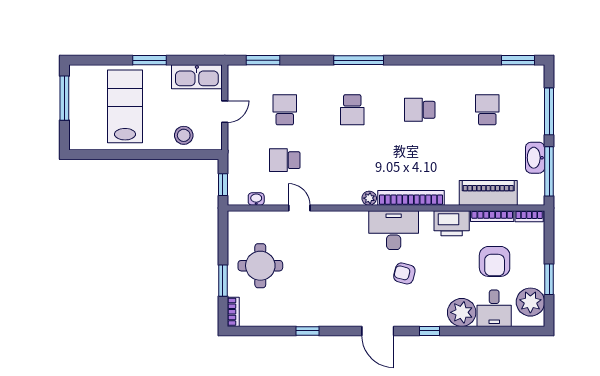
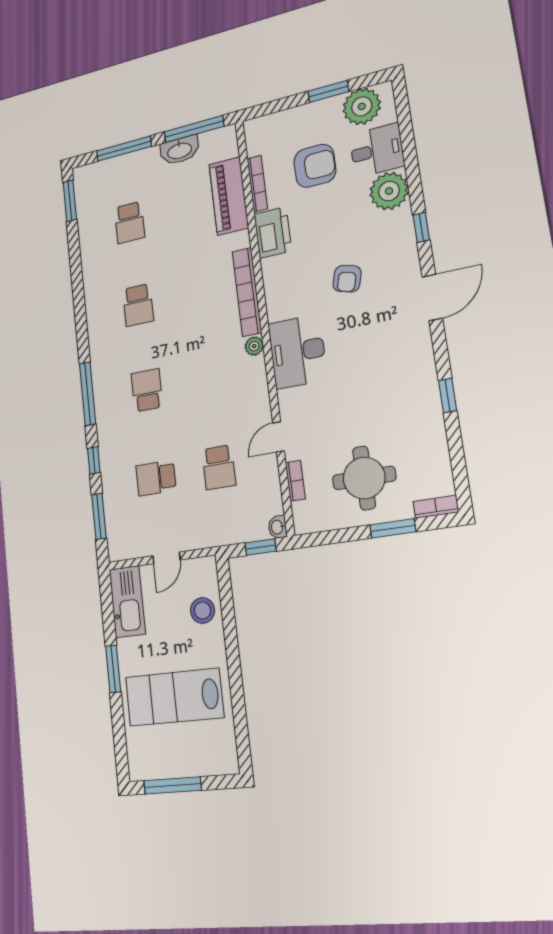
window: (306, 60) -> (94, 460), added
school desk: (352, 110) -> (147, 390), turned -90
school desk: (487, 110) -> (130, 223), turned -90
door: (225, 112) -> (167, 558), swing flipped
washbasin: (256, 199) -> (277, 527), moved
bookcase: (529, 216) -> (295, 481), moved
desk: (394, 230) -> (298, 352), moved

